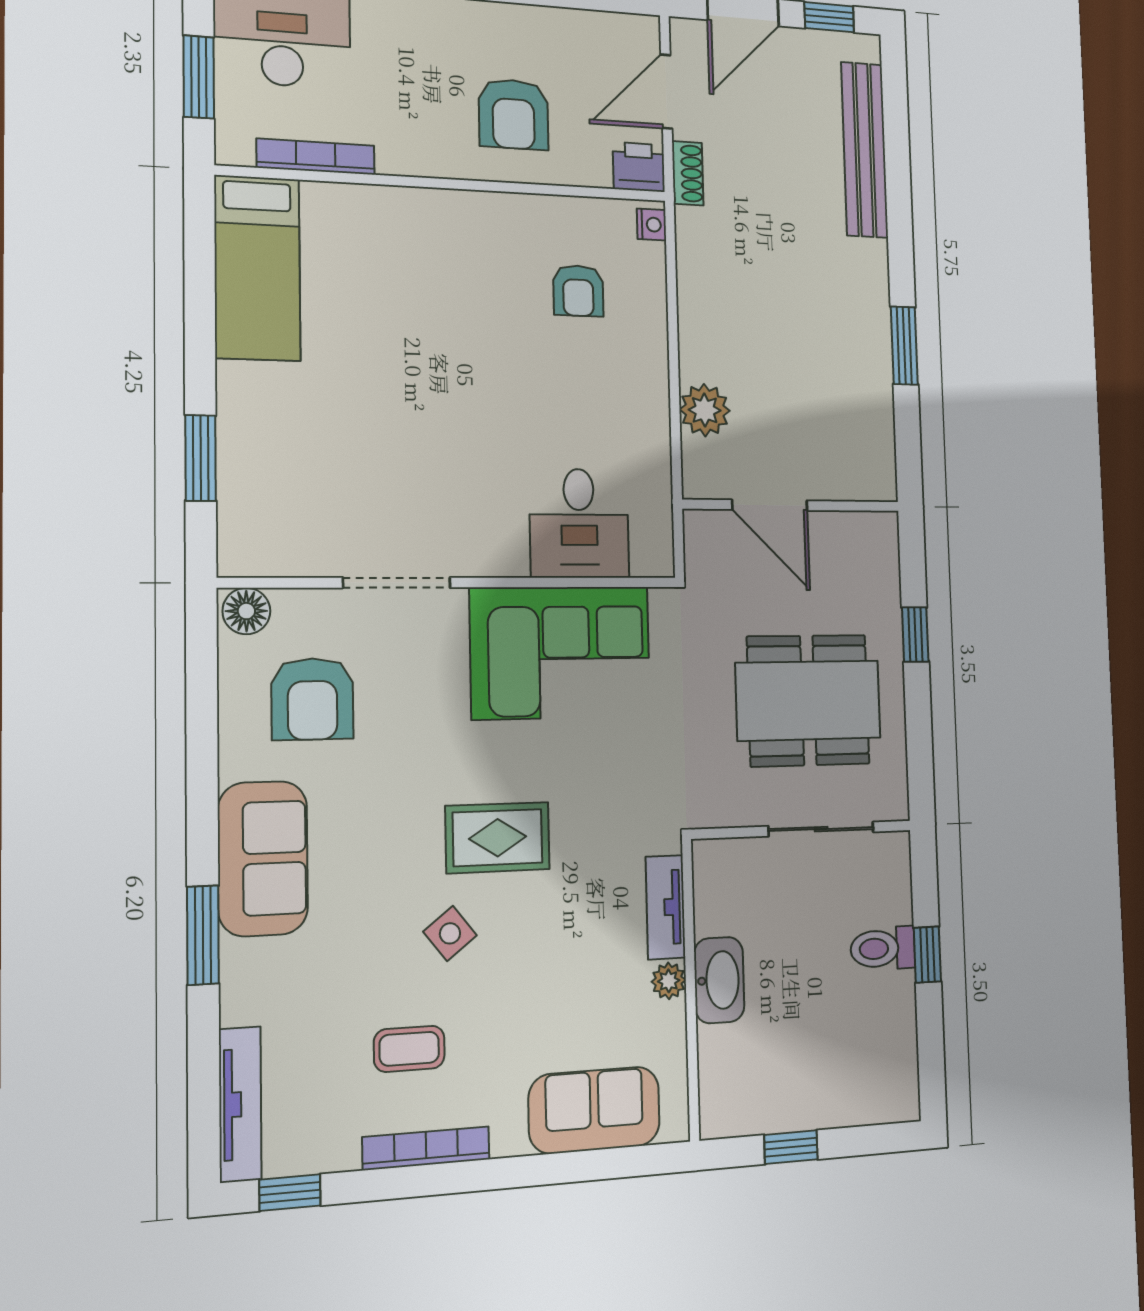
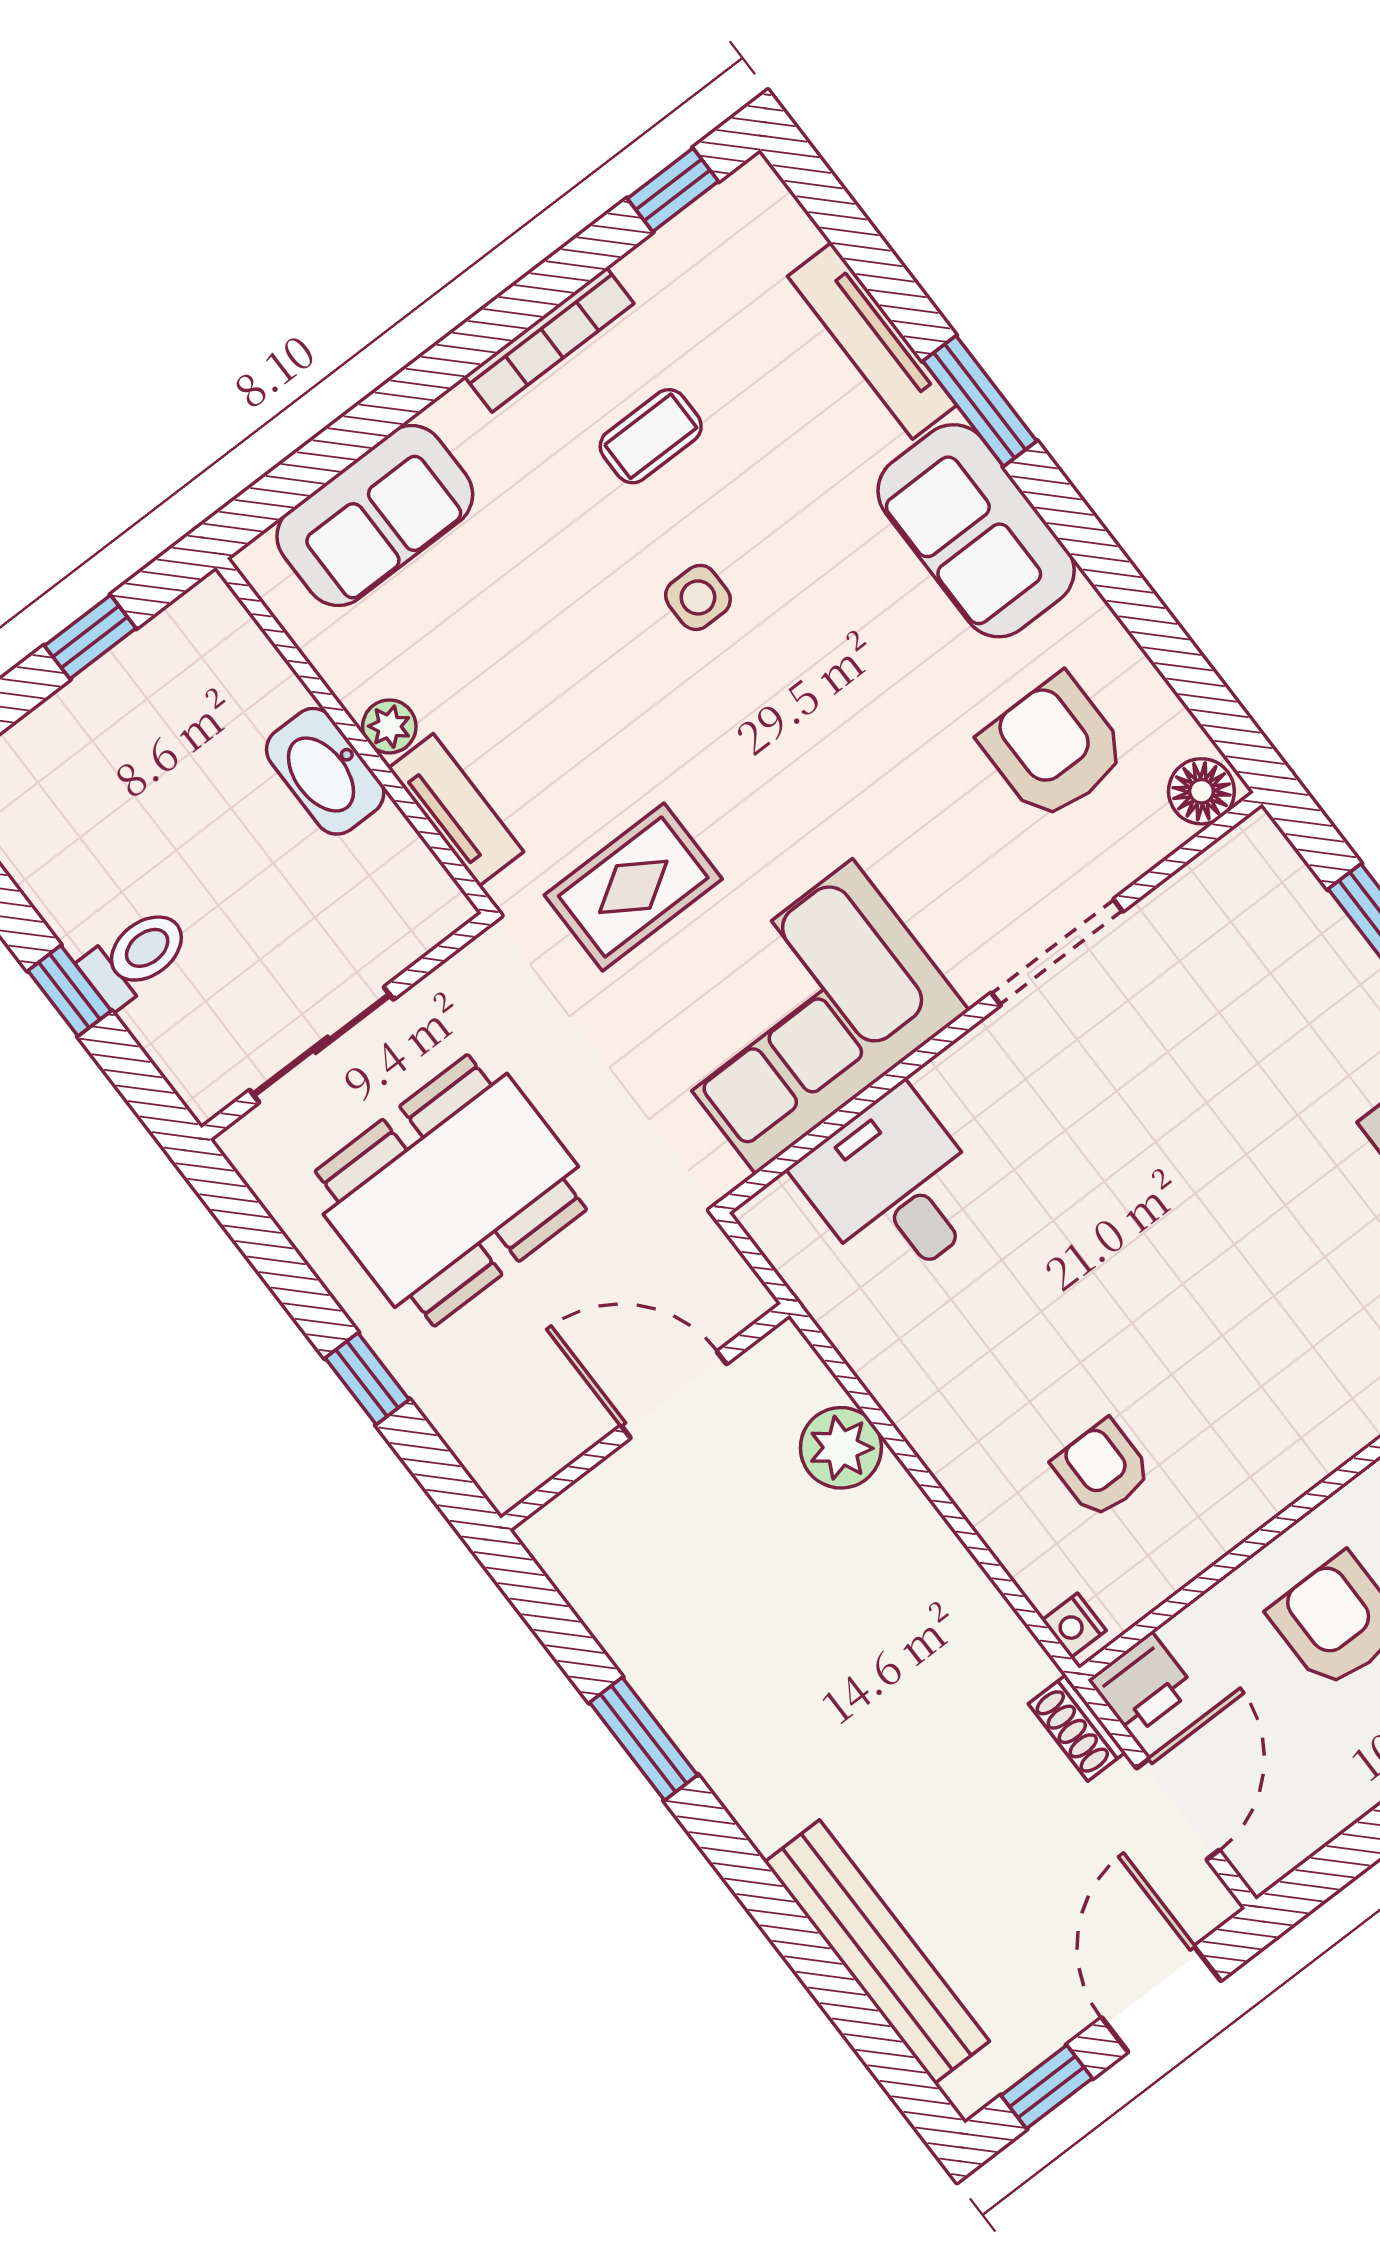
rug: (498, 838) -> (633, 887), moved
side table: (450, 933) -> (698, 597), turned 38
tv unit: (240, 1104) -> (872, 341), moved

